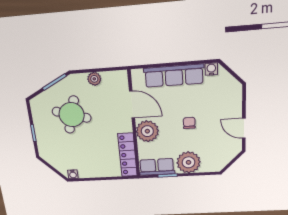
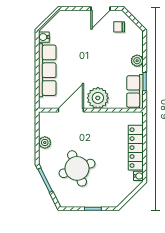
round table: (72, 115) -> (77, 168), turned -36
chair: (189, 123) -> (119, 27), moved
locker: (127, 155) -> (136, 148), moved, turned 90
plant: (189, 162) -> (137, 61), width x0.53, depth x0.53

